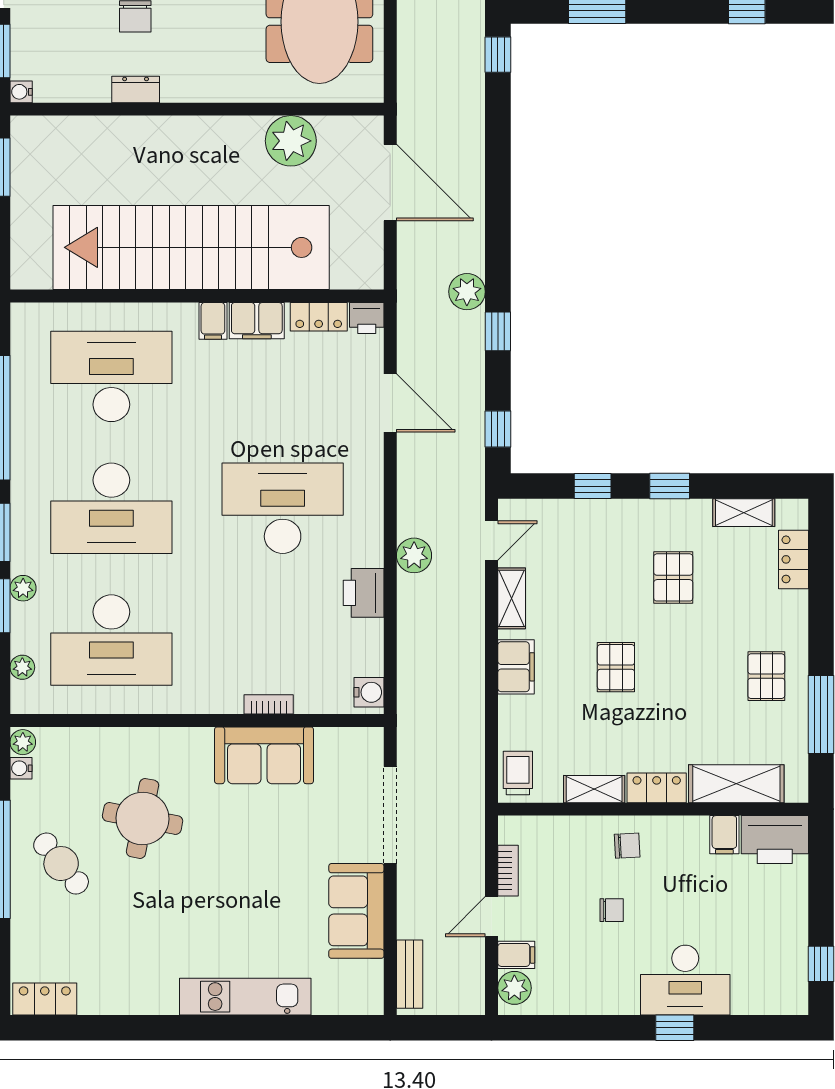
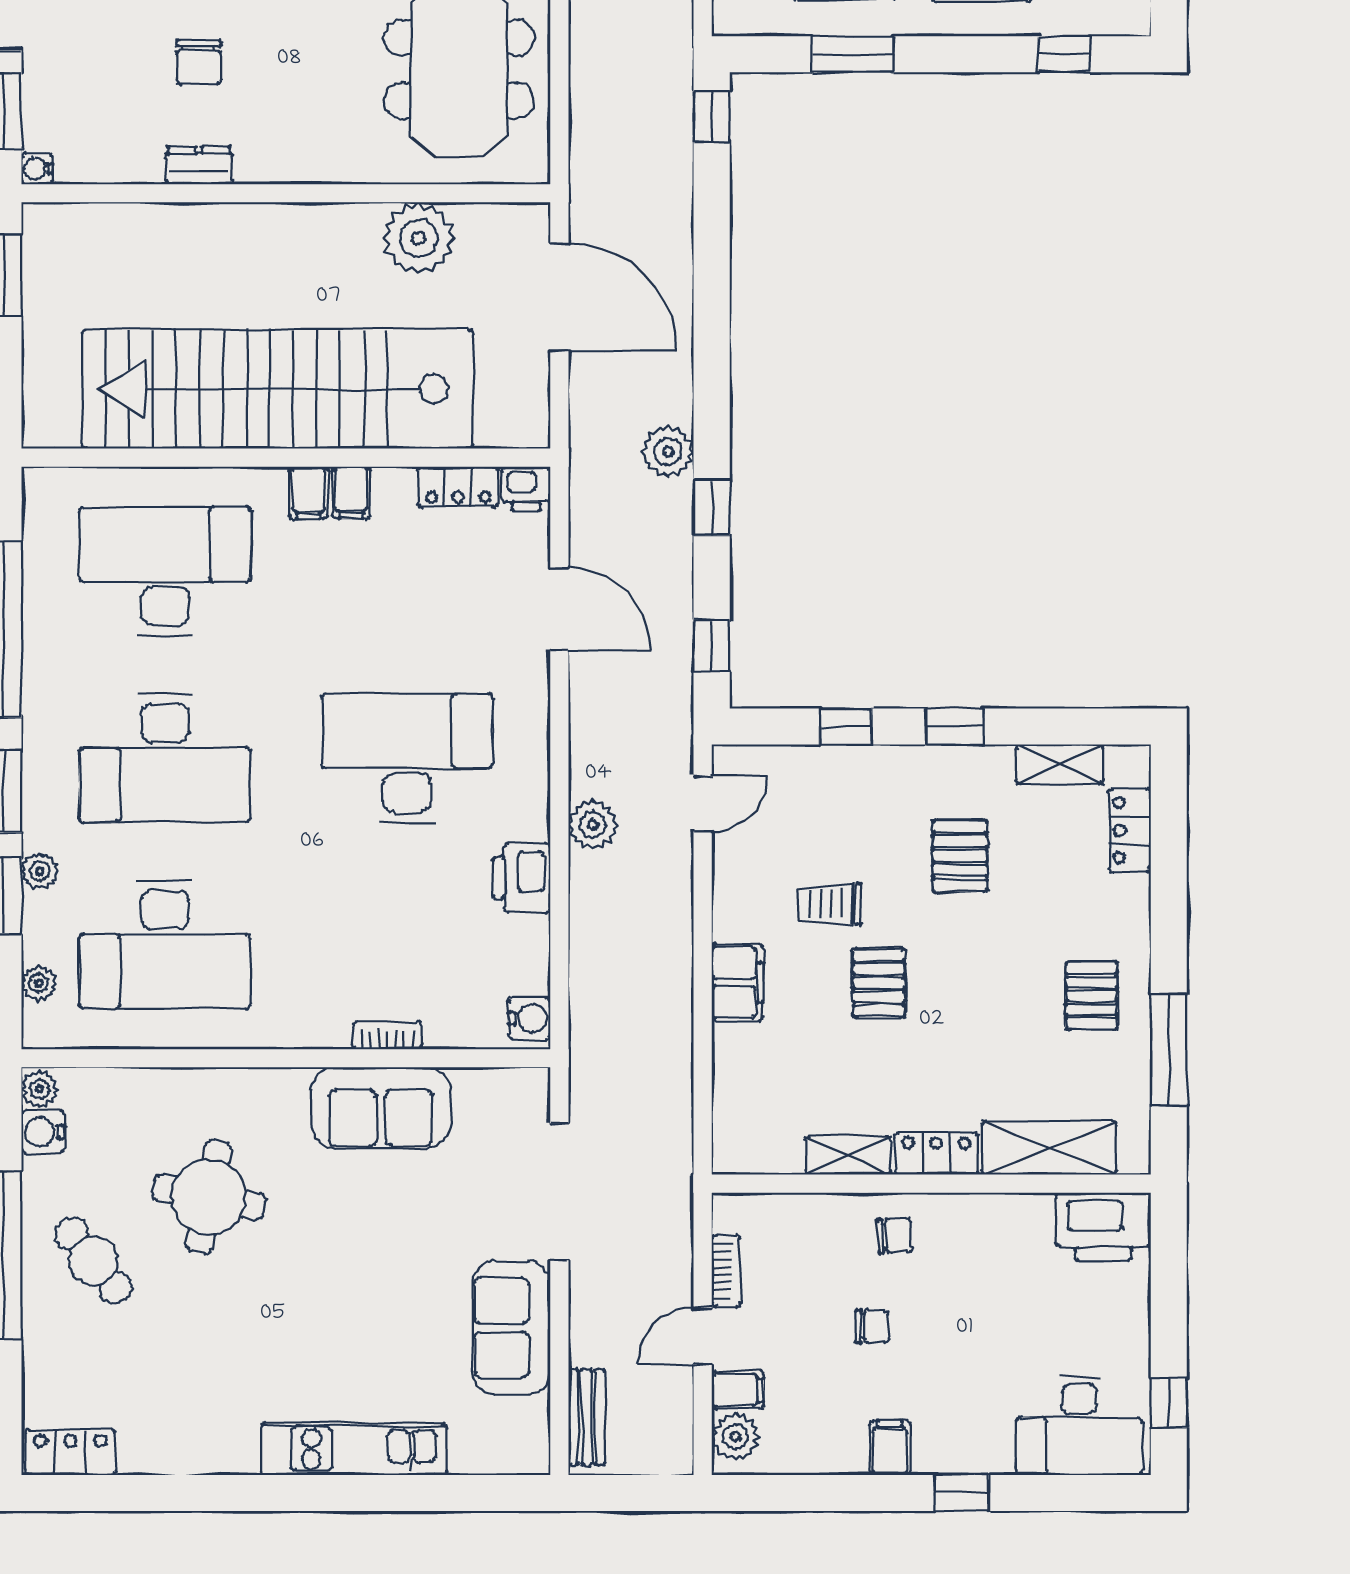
filing cabinet: (257, 321) -> (351, 493), width x0.50
shelving: (512, 598) -> (731, 886), removed
water cooler: (21, 768) -> (43, 1132), width x1.38, depth x1.38
trolley: (518, 773) -> (830, 904), moved, turned -90
filing cabinet: (724, 835) -> (890, 1448), moved, turned 180
desk: (685, 980) -> (1079, 1426), moved

